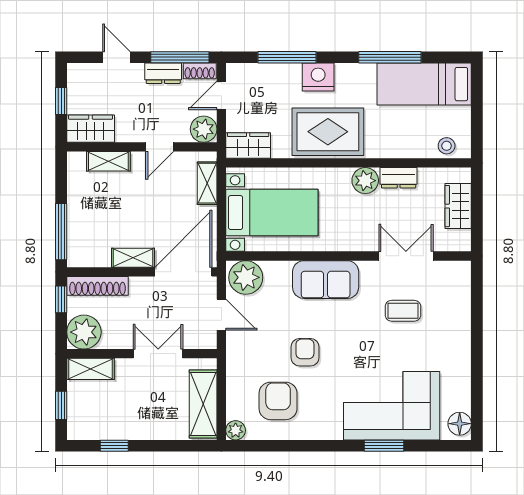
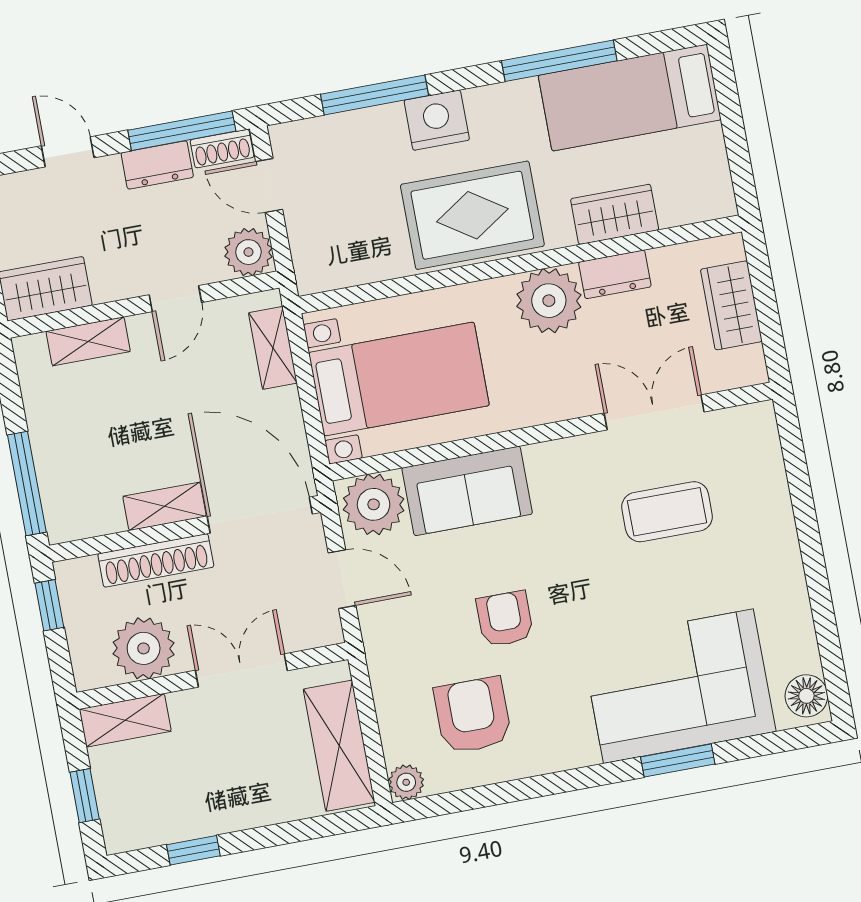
door: (221, 95) -> (269, 186), hinge flipped
wardrobe: (248, 145) -> (615, 214), moved
stool: (447, 146) -> (690, 201), removed
plant: (365, 181) -> (549, 301), width x1.36, depth x1.36
door: (183, 272) -> (260, 515), hinge flipped
sofa: (326, 280) -> (467, 491), moved
shoe rack: (97, 286) -> (156, 560), moved
coffee table: (403, 311) -> (667, 512), width x1.36, depth x1.30
plant: (84, 332) -> (144, 648), moved

